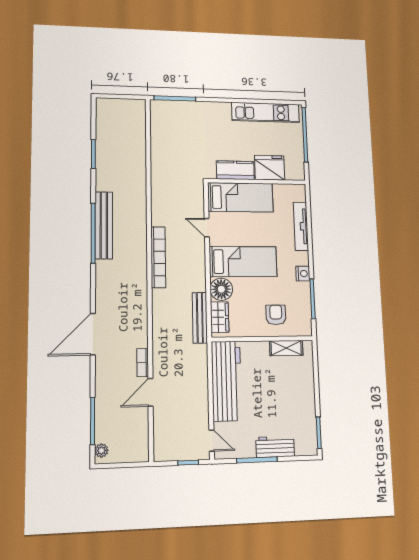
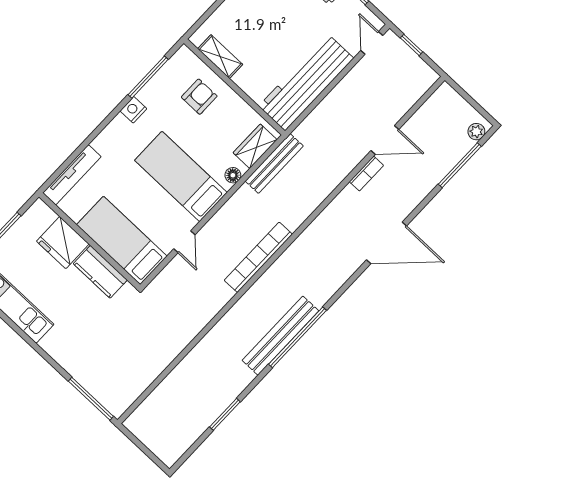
tv unit: (301, 226) -> (72, 175), moved
floor lamp: (221, 289) -> (233, 175), width x0.53, depth x0.53
armchair: (276, 315) -> (199, 97), turned 180

